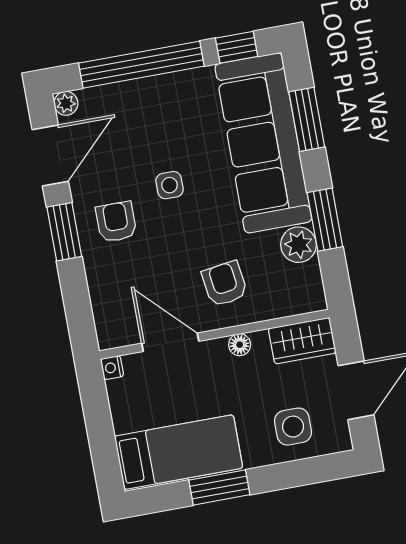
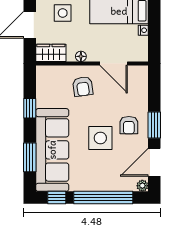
side table: (170, 185) -> (100, 138), width x1.87, depth x1.87
window: (325, 220) -> (30, 108), width x0.67
plant: (299, 245) -> (44, 99), removed
nightstand: (112, 368) -> (143, 30), moved

